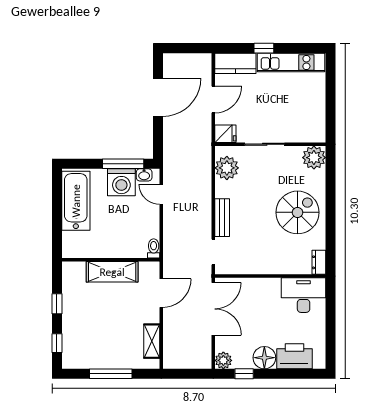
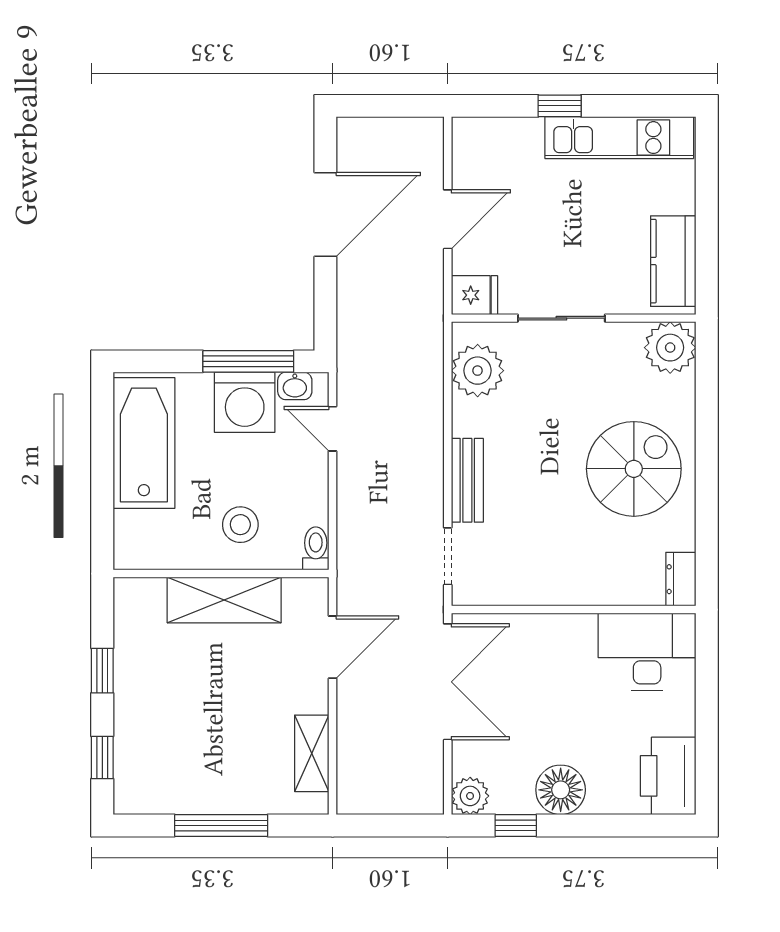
kitchen counter: (235, 63) -> (673, 261), moved, turned 90
stool: (119, 238) -> (240, 525), added
printer: (294, 356) -> (668, 776), moved, turned -90

